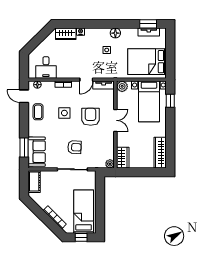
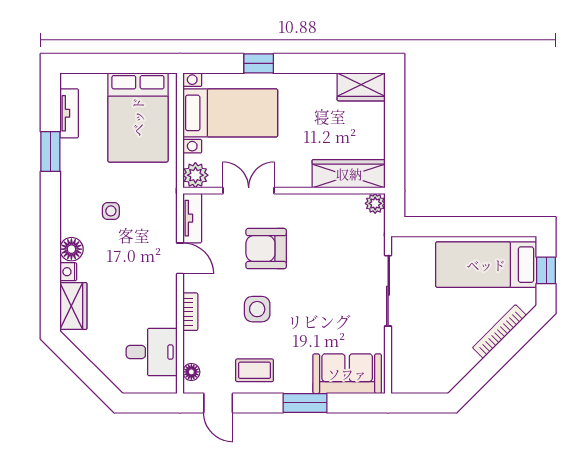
window: (148, 24) -> (50, 151), moved
floor lamp: (115, 33) -> (71, 249), moved
door: (24, 96) -> (218, 403), hinge flipped
window: (170, 101) -> (259, 63), moved
double door: (115, 120) -> (249, 191), moved
window: (24, 147) -> (305, 403), moved
armchair: (75, 147) -> (337, 286), removed
wardrobe: (160, 153) -> (361, 87), width x0.67
wardrobe: (123, 158) -> (349, 174), width x1.50
cot: (34, 182) -> (416, 380), removed

